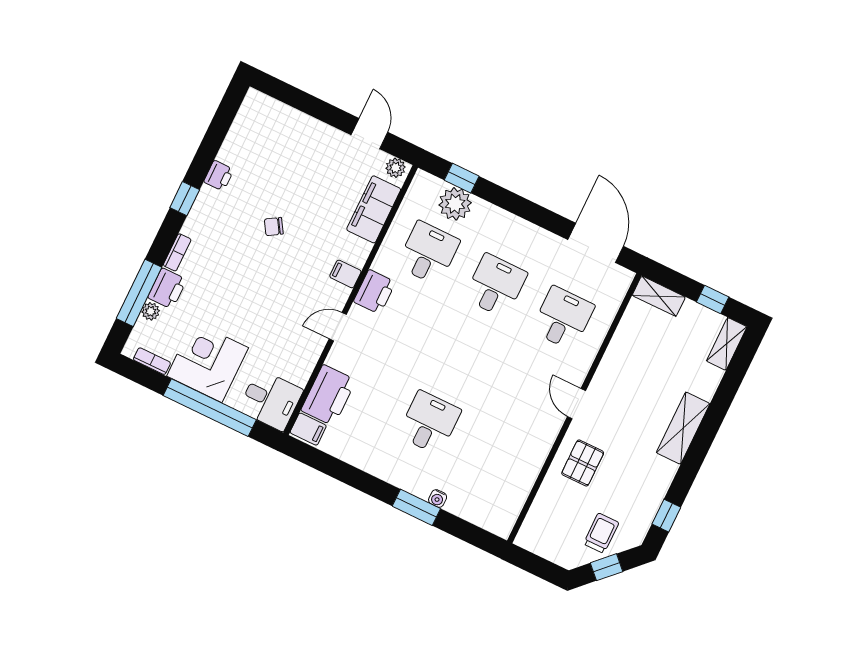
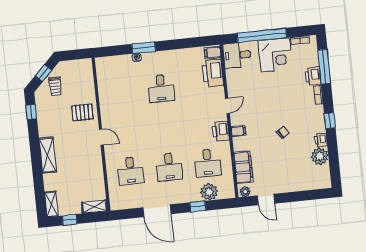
window: (462, 178) -> (198, 207), moved
door: (596, 243) -> (157, 211), moved
plant: (151, 311) -> (320, 156), moved, width x1.88, depth x1.88
pallet: (583, 463) -> (82, 112), turned 90

